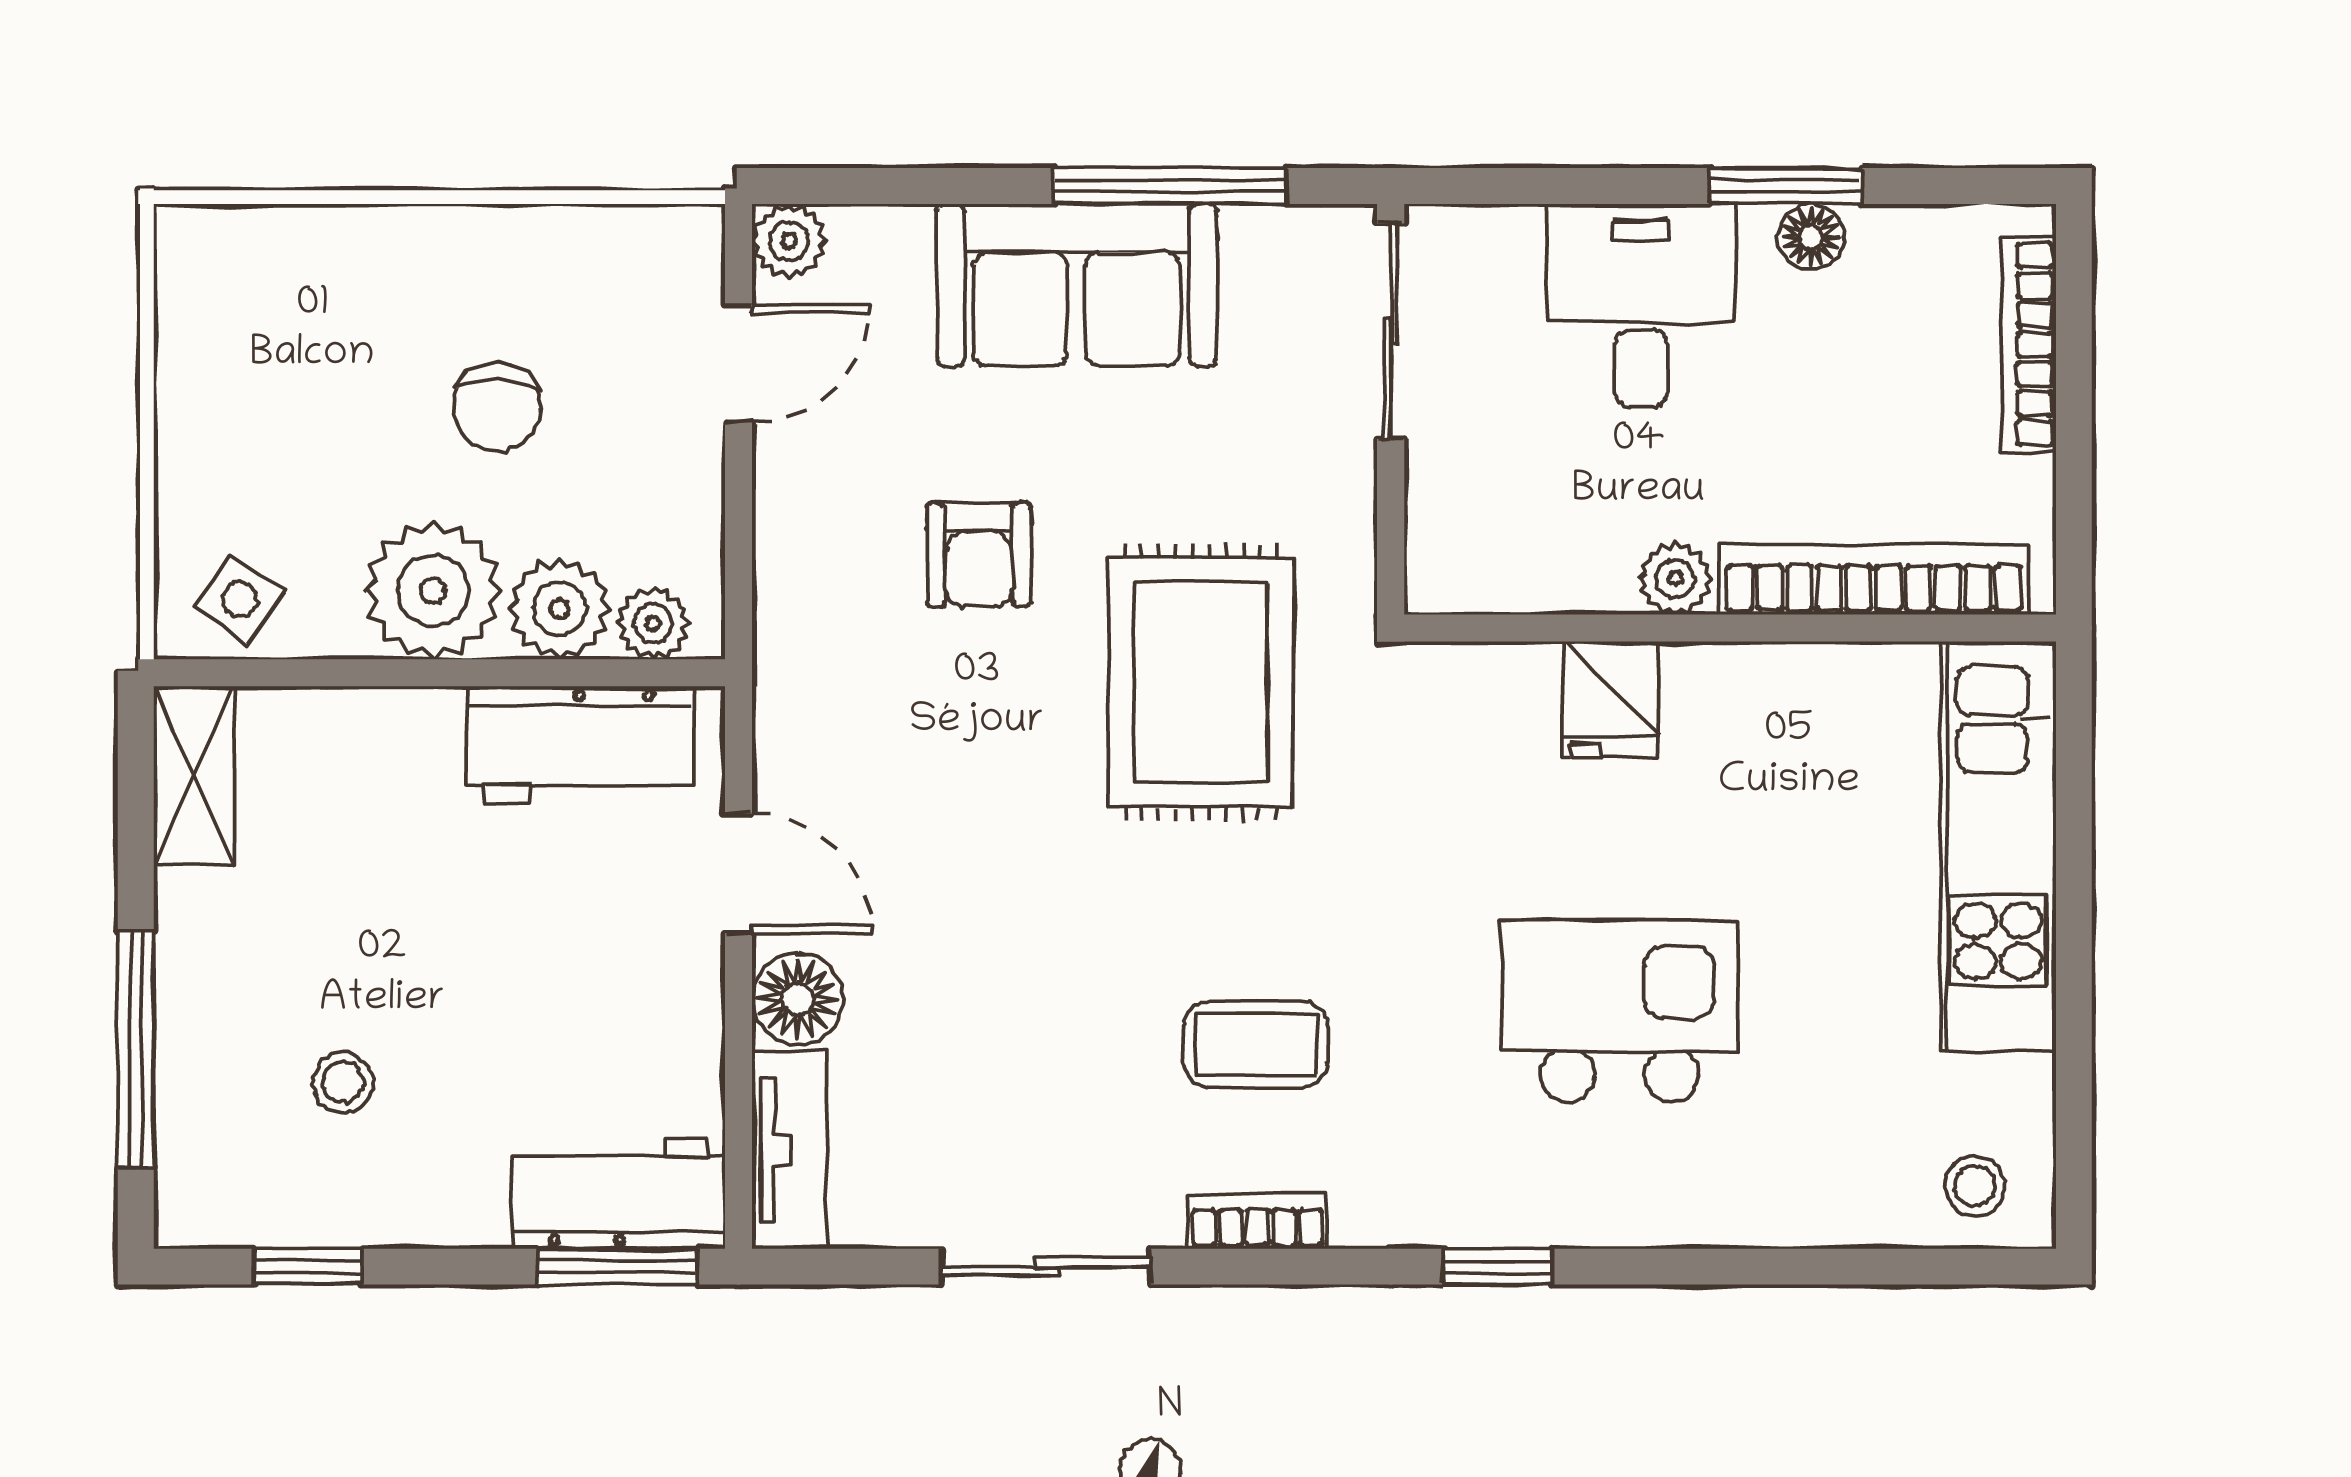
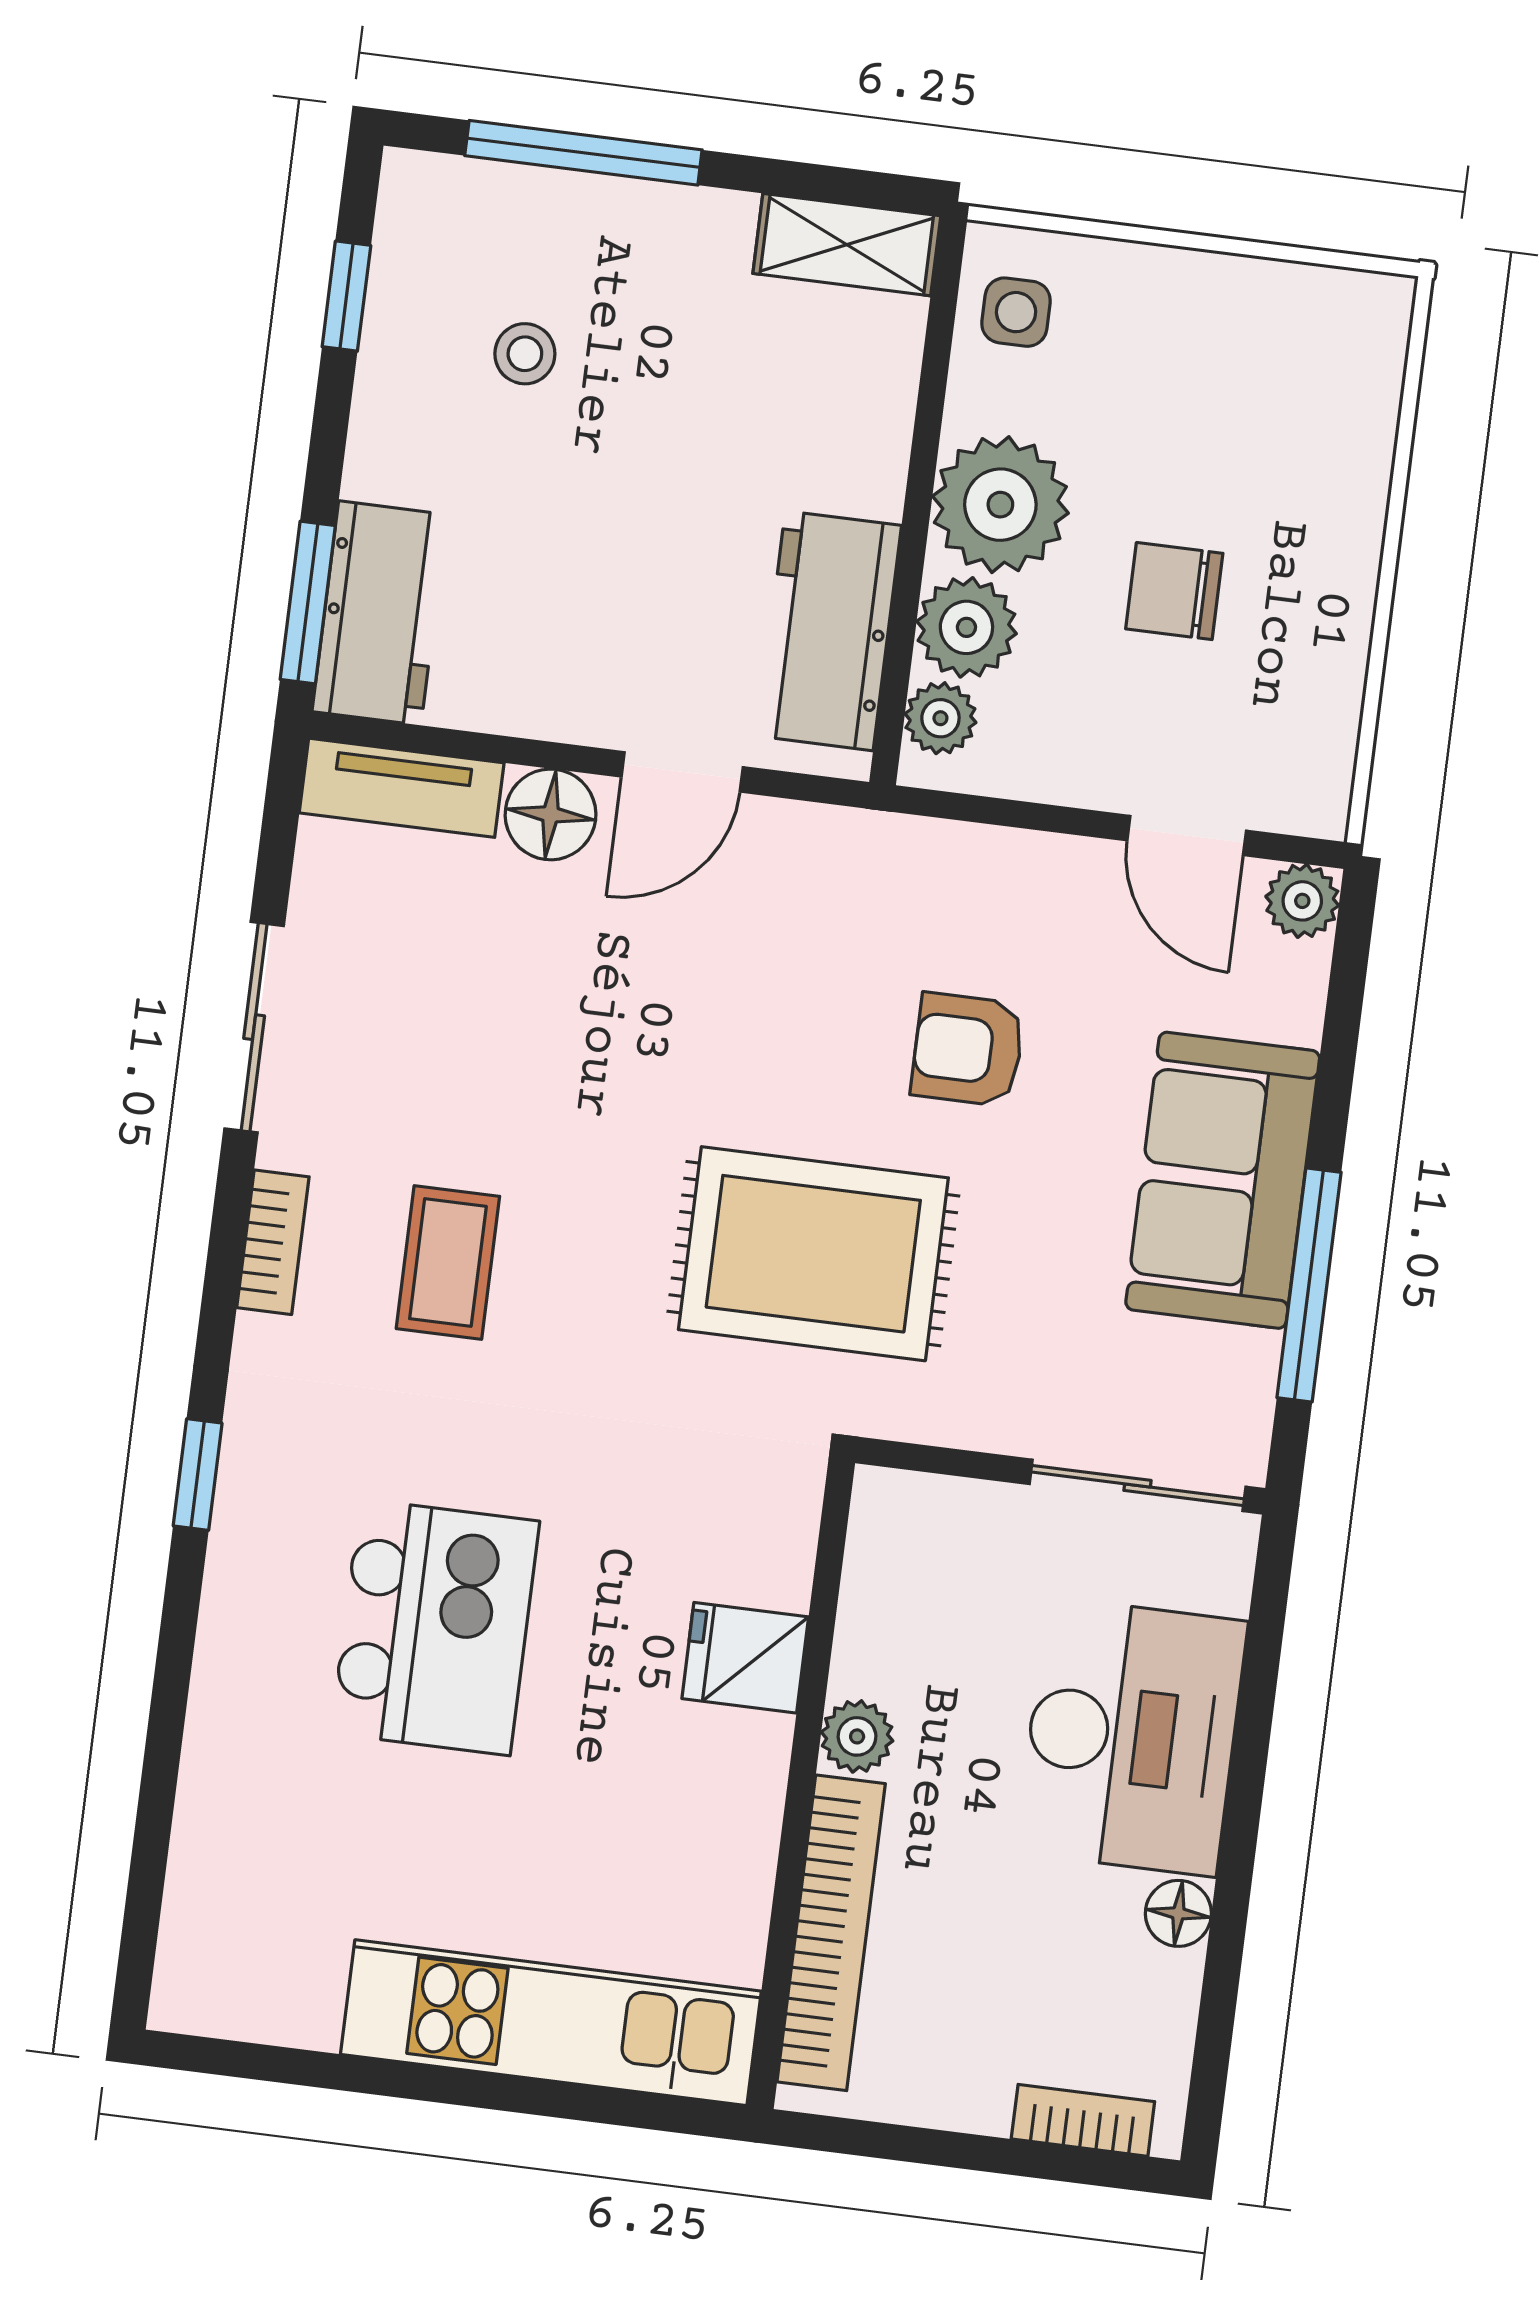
window: (1785, 186) -> (1232, 1895), removed
desk: (1641, 305) -> (1132, 1737), width x1.37
bookcase: (2028, 344) -> (1083, 2120), width x0.64
side table: (240, 599) -> (1016, 312), turned -35
stool: (1975, 1186) -> (218, 1957), removed

